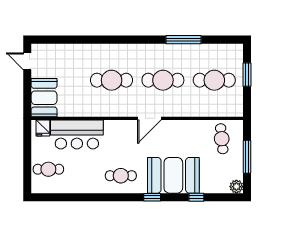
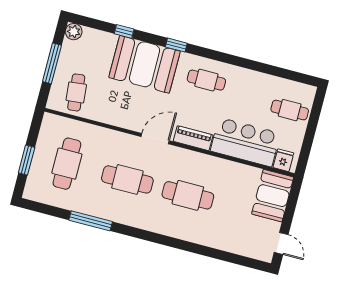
cafe table: (214, 80) -> (67, 164), turned 90
piano: (119, 127) -> (193, 138), added

